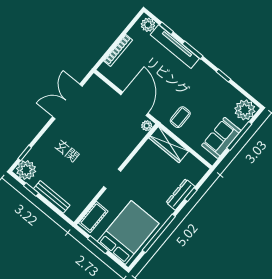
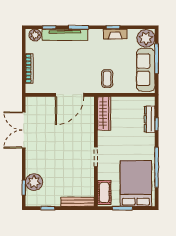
fireplace: (221, 83) -> (115, 34), added
door: (135, 104) -> (70, 95), swing flipped
plant: (147, 126) -> (90, 103), removed
sofa: (221, 138) -> (146, 70), width x1.36
wardrobe: (169, 145) -> (104, 113), moved, turned -90
plant: (26, 170) -> (34, 182), moved
dresser: (180, 194) -> (150, 119), moved
bench: (52, 197) -> (78, 202), moved

